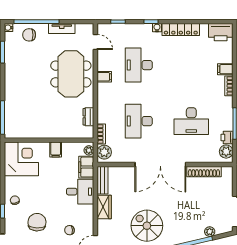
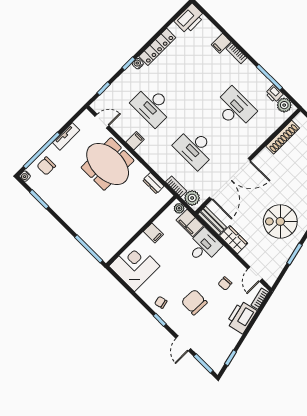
desk: (191, 121) -> (235, 108), turned -90
double door: (160, 165) -> (230, 179), moved

